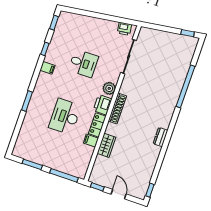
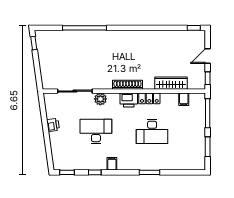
printer: (125, 29) -> (53, 125), moved
desk: (83, 63) -> (96, 131), width x1.37
plant: (109, 88) -> (100, 99), moved
dresser: (160, 137) -> (140, 35), removed
filing cabinet: (91, 141) -> (184, 99), moved
wardrobe: (106, 145) -> (171, 83), width x1.50

